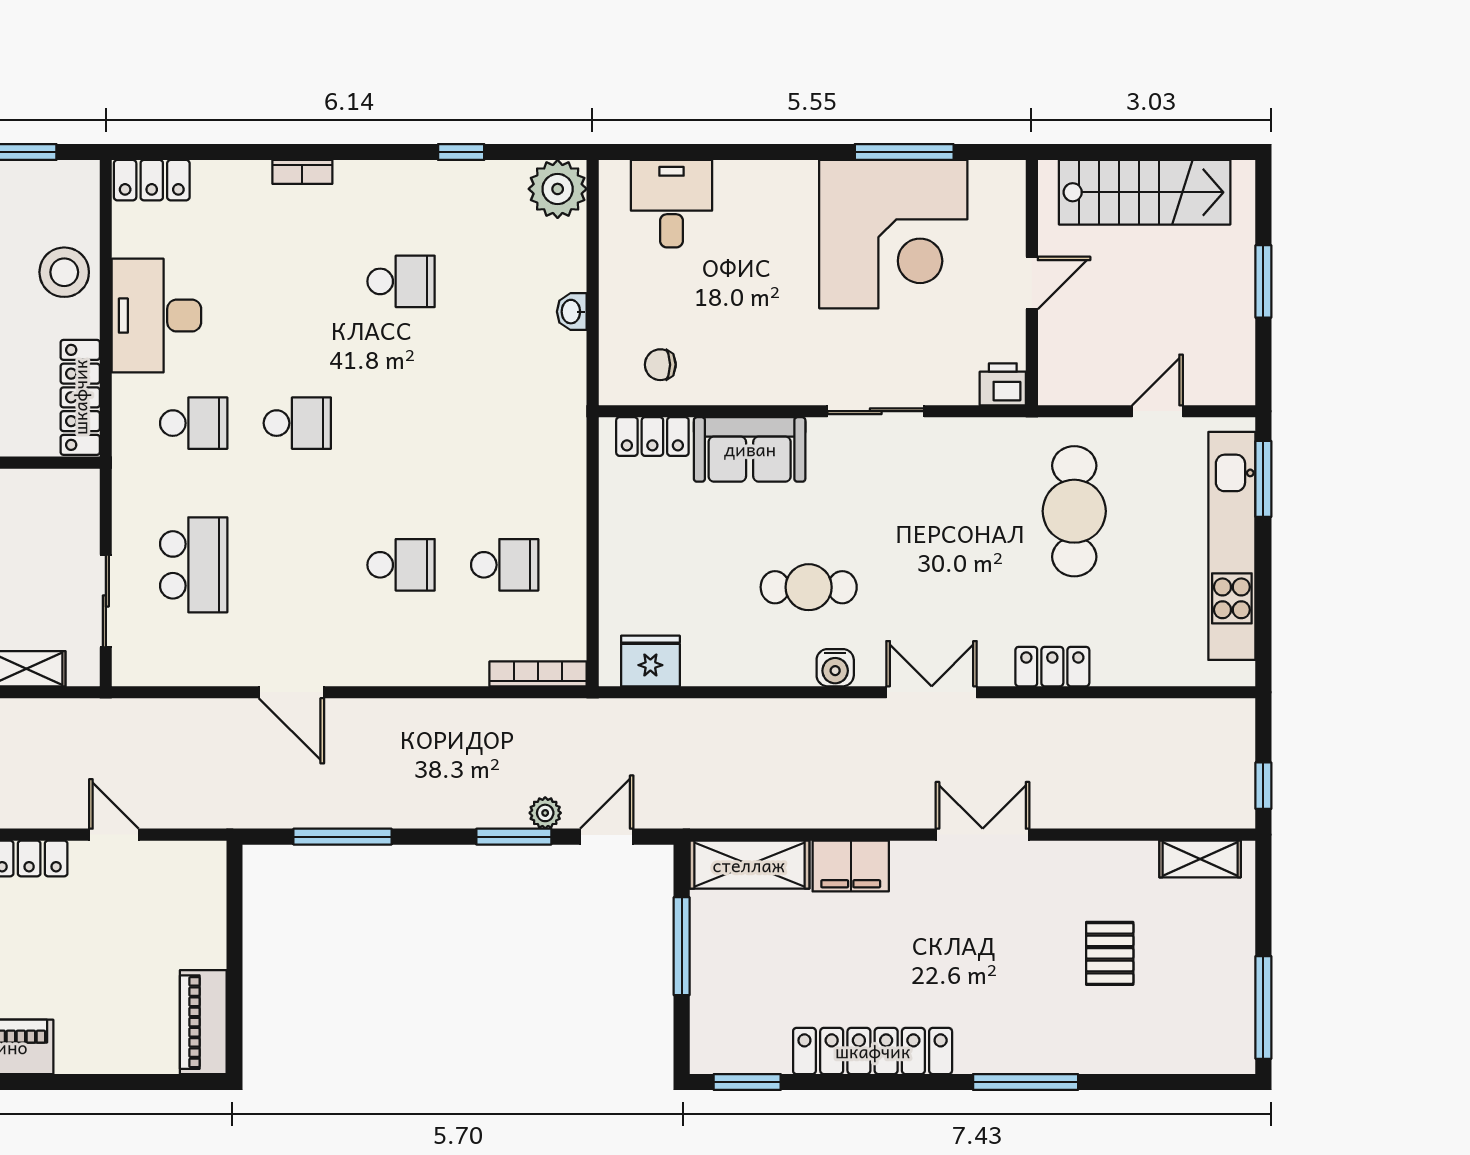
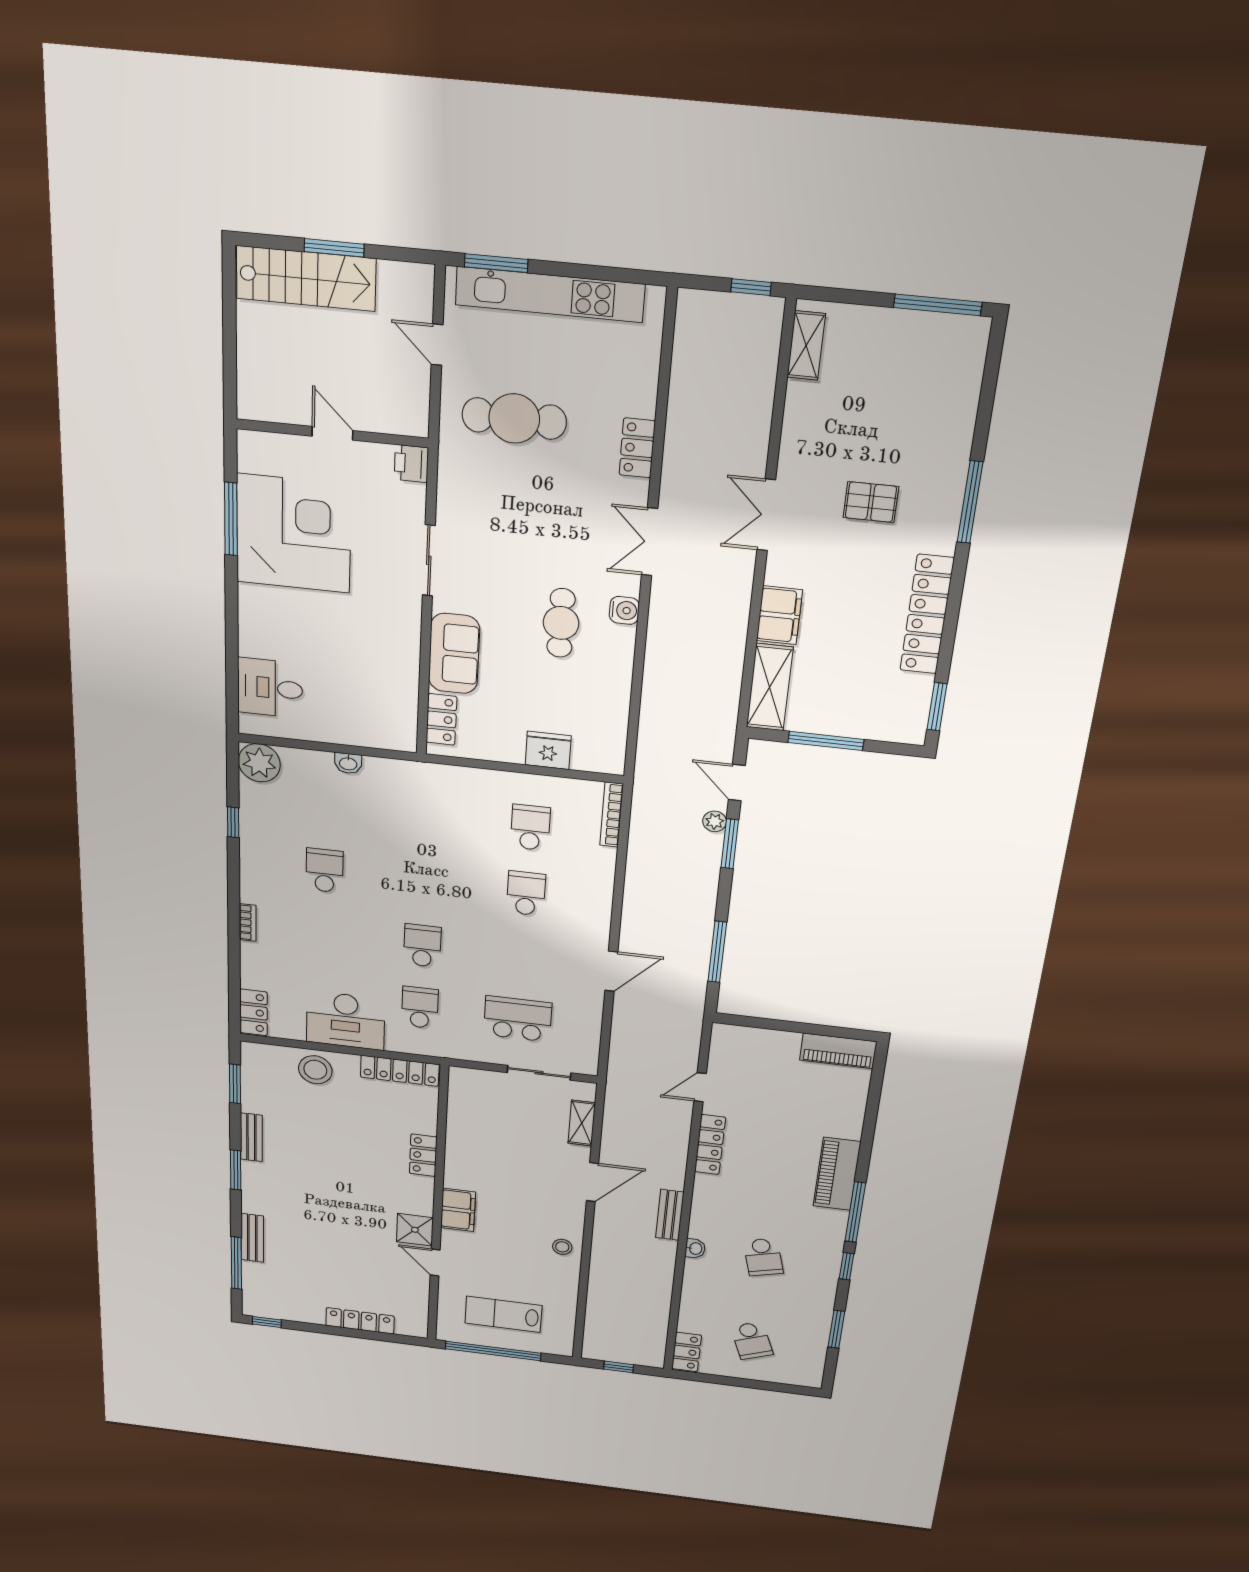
stairs: (1145, 192) -> (306, 279), moved, turned 90
chair: (660, 365) -> (389, 708), removed
fridge: (650, 661) -> (548, 750), moved, turned 90
pallet: (1110, 953) -> (871, 502), moved

